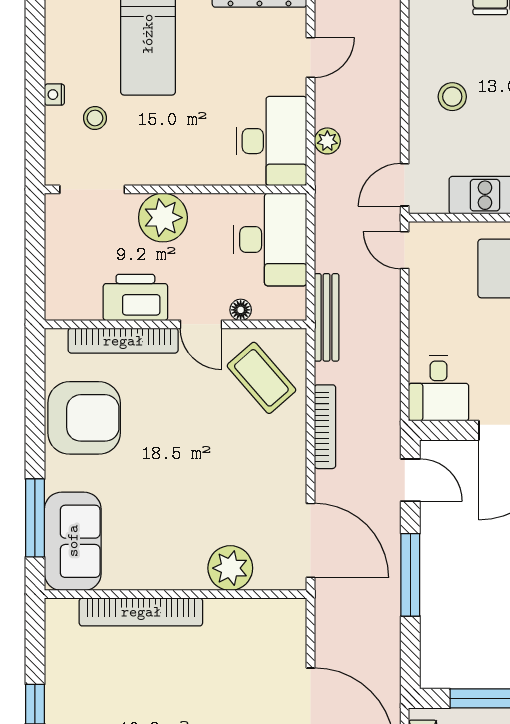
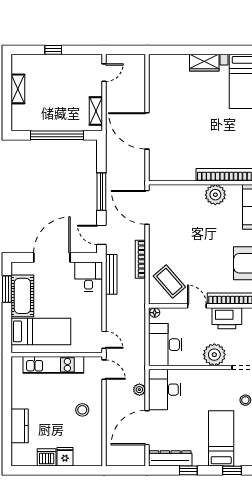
door: (311, 57) -> (147, 428), width x1.88
door: (405, 185) -> (104, 370), hinge flipped
floor lamp: (241, 310) -> (155, 313), moved
bench: (327, 317) -> (111, 274), moved
plant: (230, 568) -> (215, 195), moved

